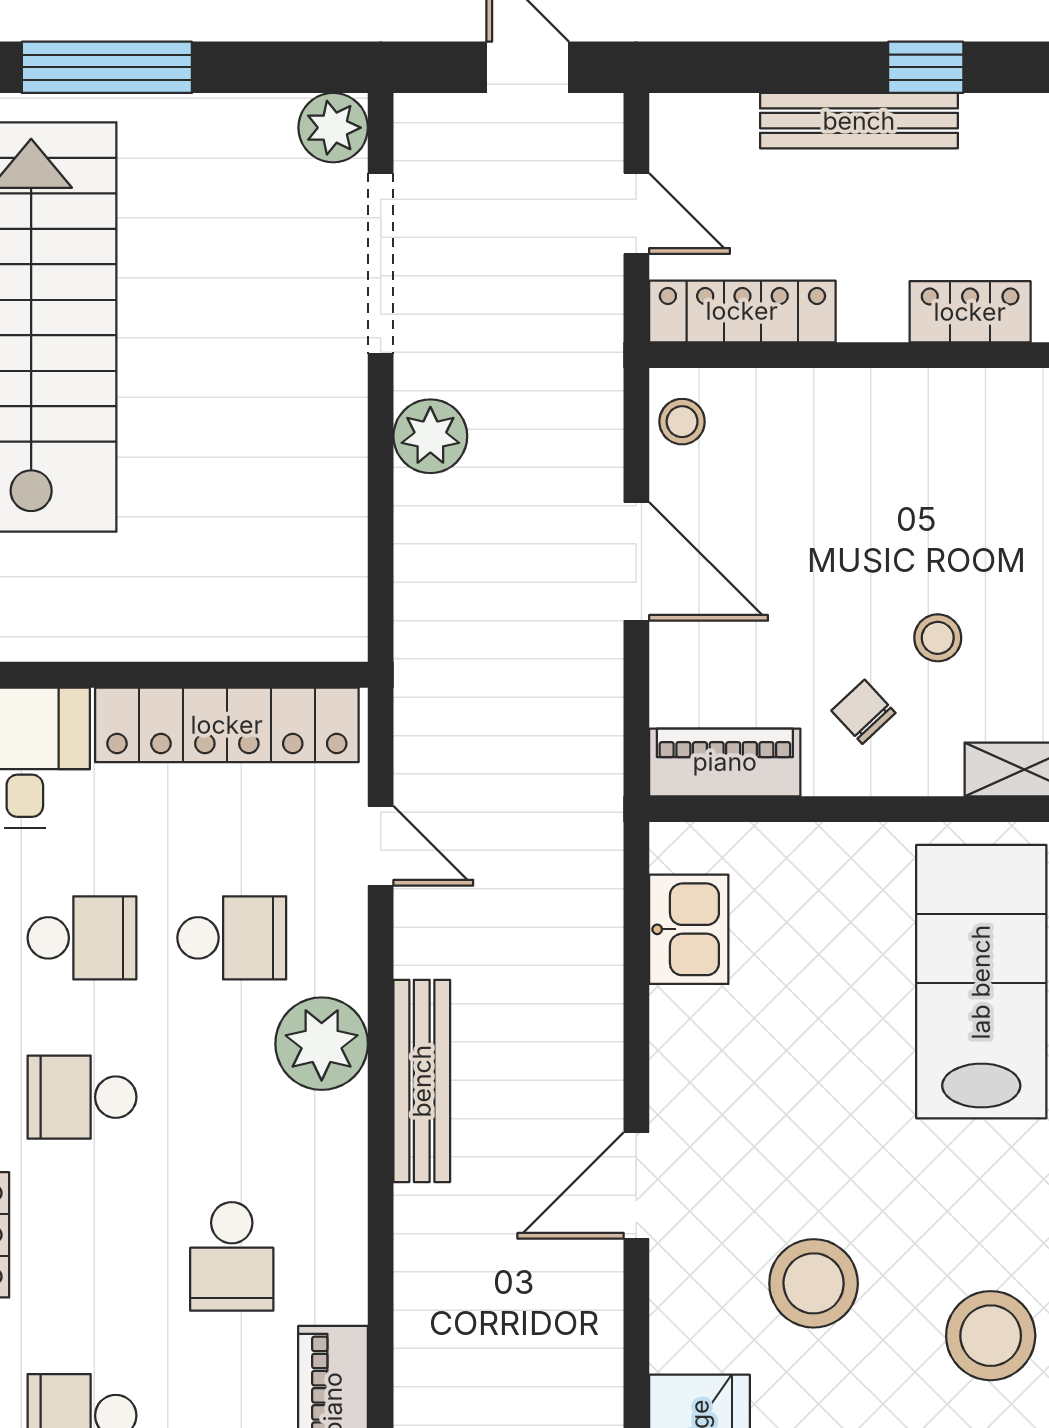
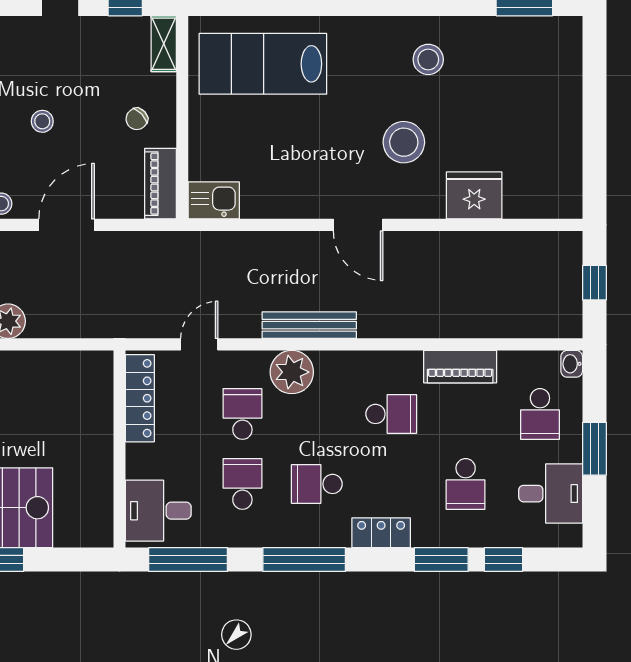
stool: (938, 638) -> (42, 121), moved
locker: (227, 725) -> (140, 398), width x0.71, depth x0.83
kitchen sink: (689, 929) -> (214, 200), moved
school desk: (82, 1097) -> (317, 484), turned 90
stool: (991, 1336) -> (428, 59), width x0.73, depth x0.73

